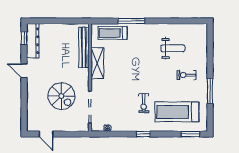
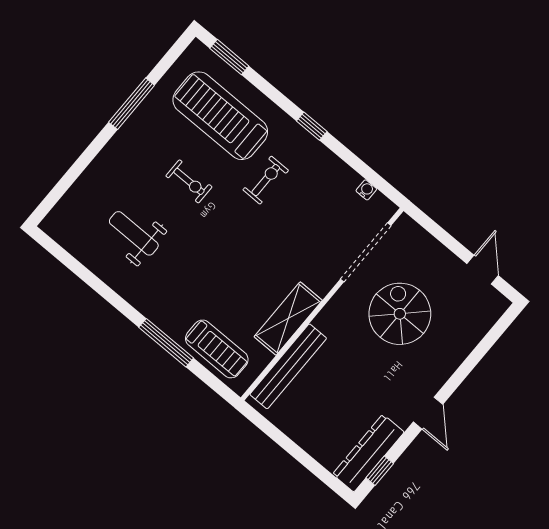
exercise bike: (186, 75) -> (189, 181), moved
treadmill: (177, 112) -> (220, 116), turned 180

